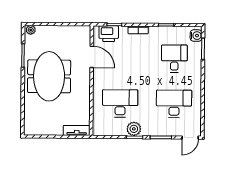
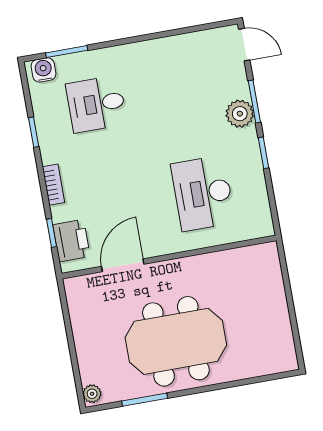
desk: (174, 104) -> (184, 88), removed
plant: (134, 129) -> (240, 114), moved
tv unit: (77, 130) -> (271, 268), removed

